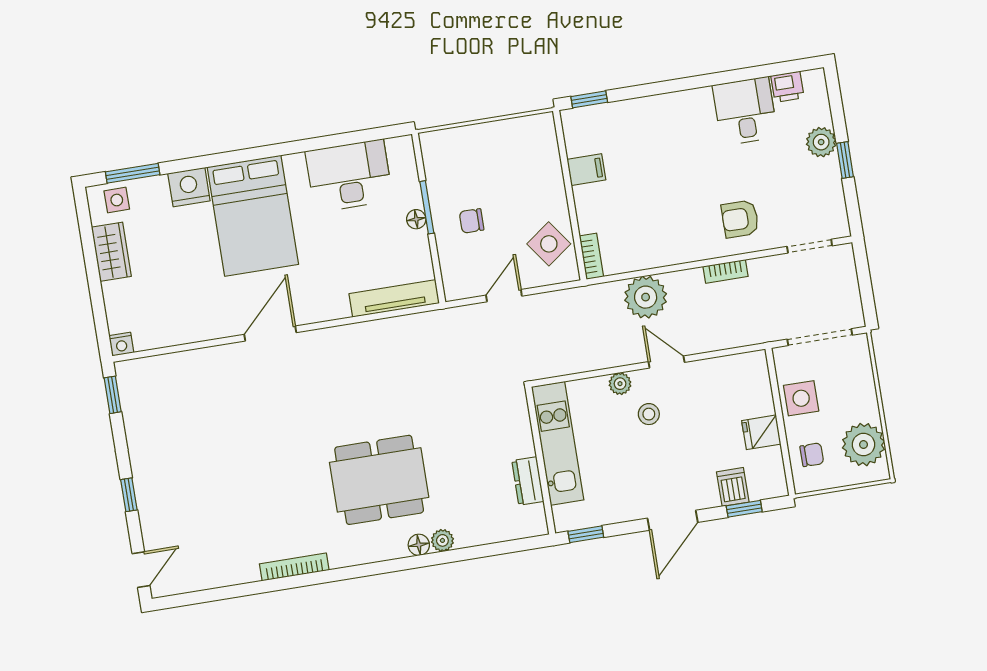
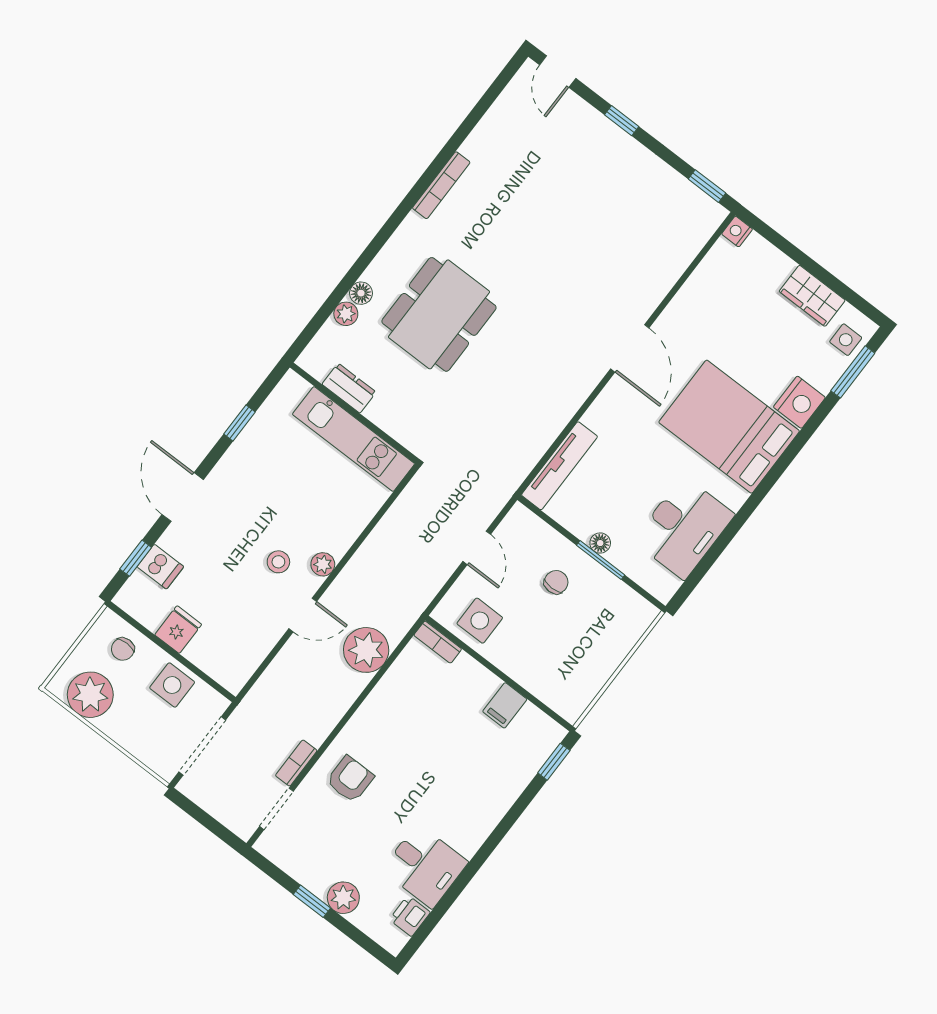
side table: (549, 244) -> (480, 621), turned 36
bookcase: (726, 271) -> (296, 763), moved
kitchen unit: (558, 443) -> (353, 439), moved
wall: (540, 461) -> (354, 413), moved
dresser: (528, 481) -> (349, 388), moved

